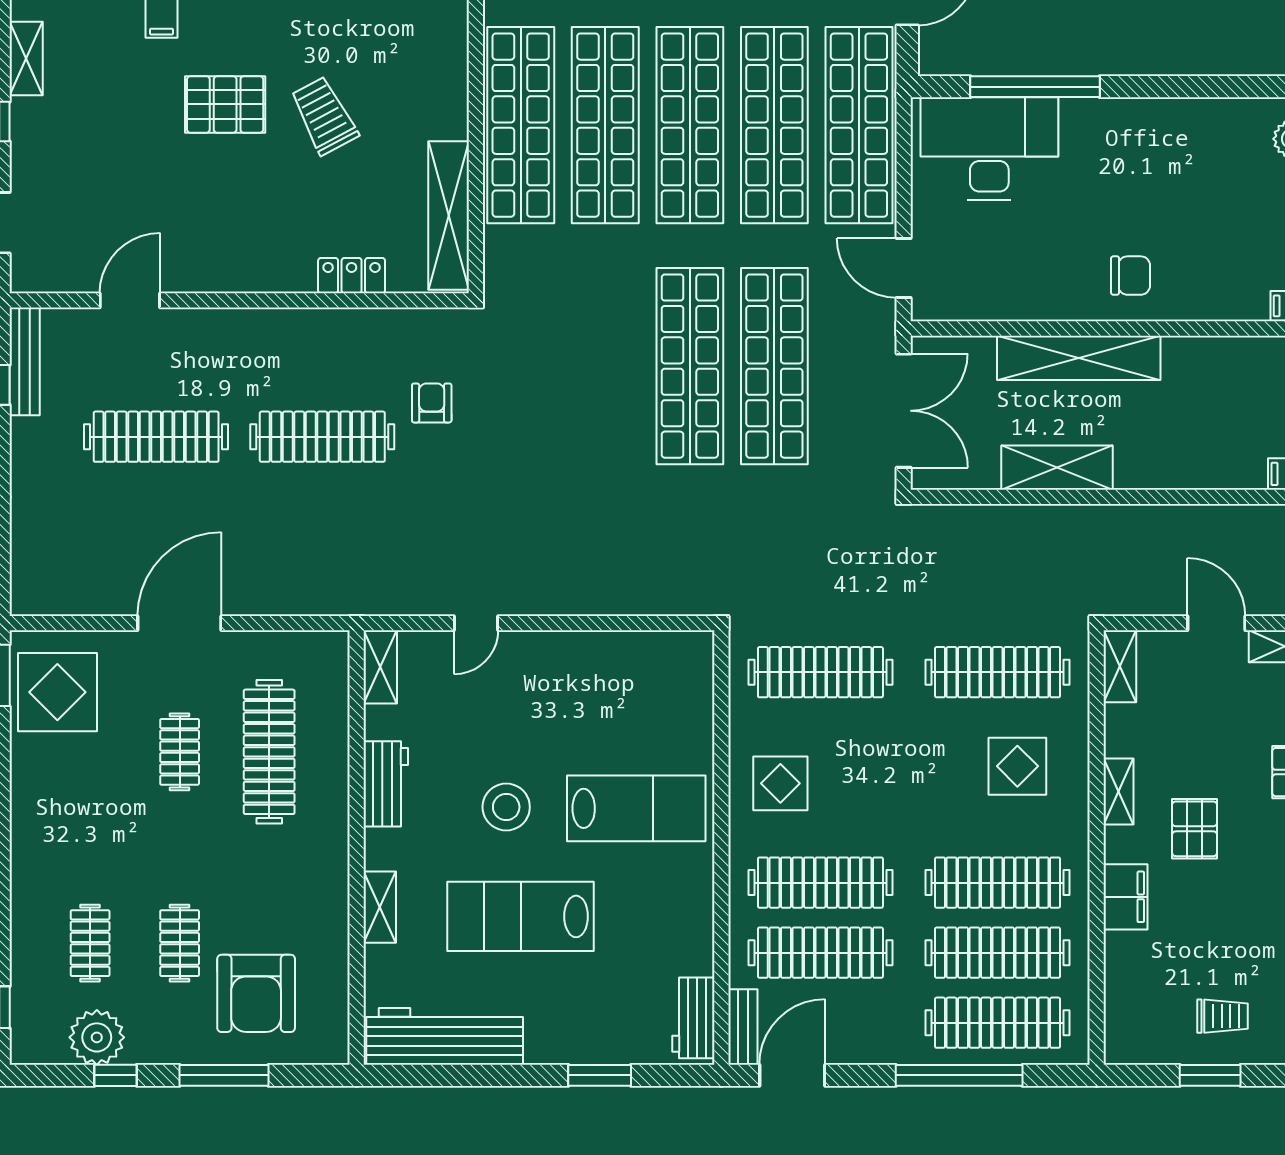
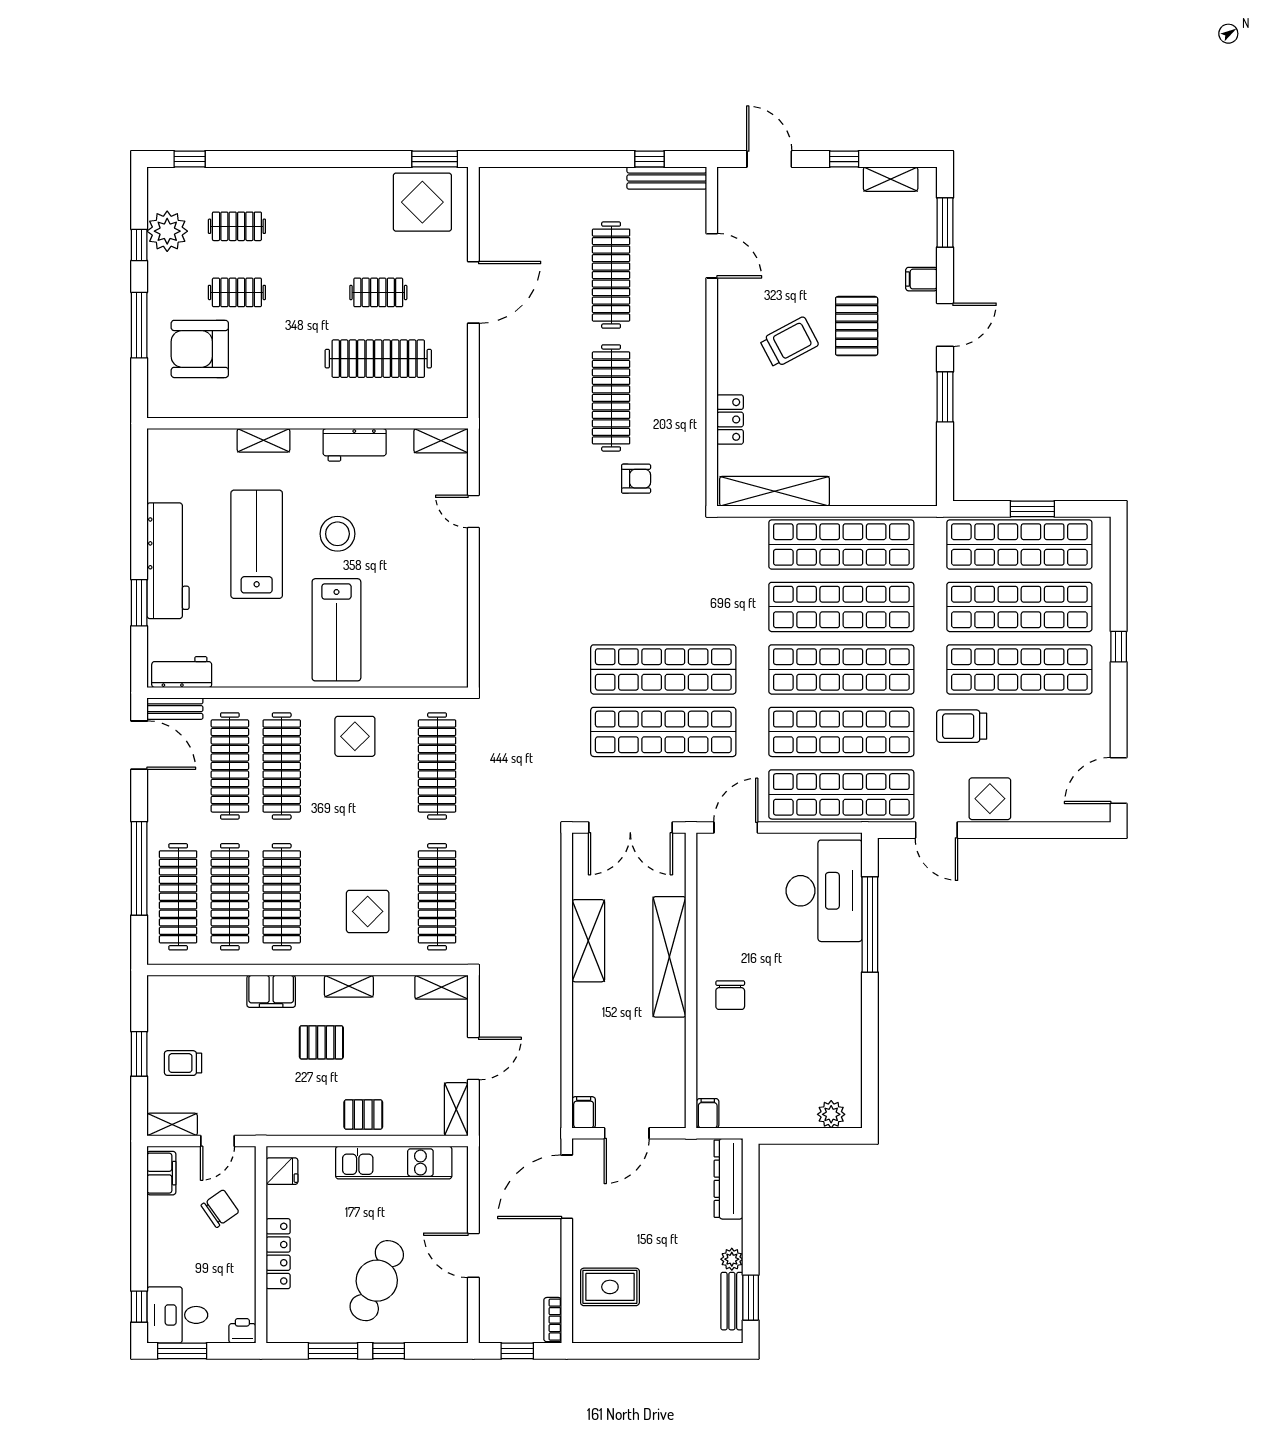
trolley: (324, 116) -> (789, 342), moved
door: (179, 623) -> (473, 292), hinge flipped
trolley: (1223, 1016) -> (183, 1063), turned 90
workbench: (445, 1036) -> (168, 561), moved

